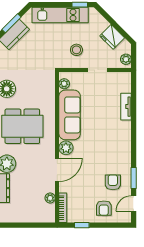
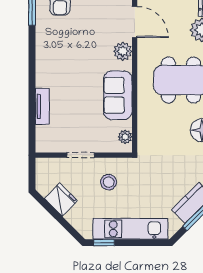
plant: (126, 59) -> (42, 170), removed
sofa: (70, 115) -> (118, 95), width x0.73
door: (57, 170) -> (135, 22), swing flipped

